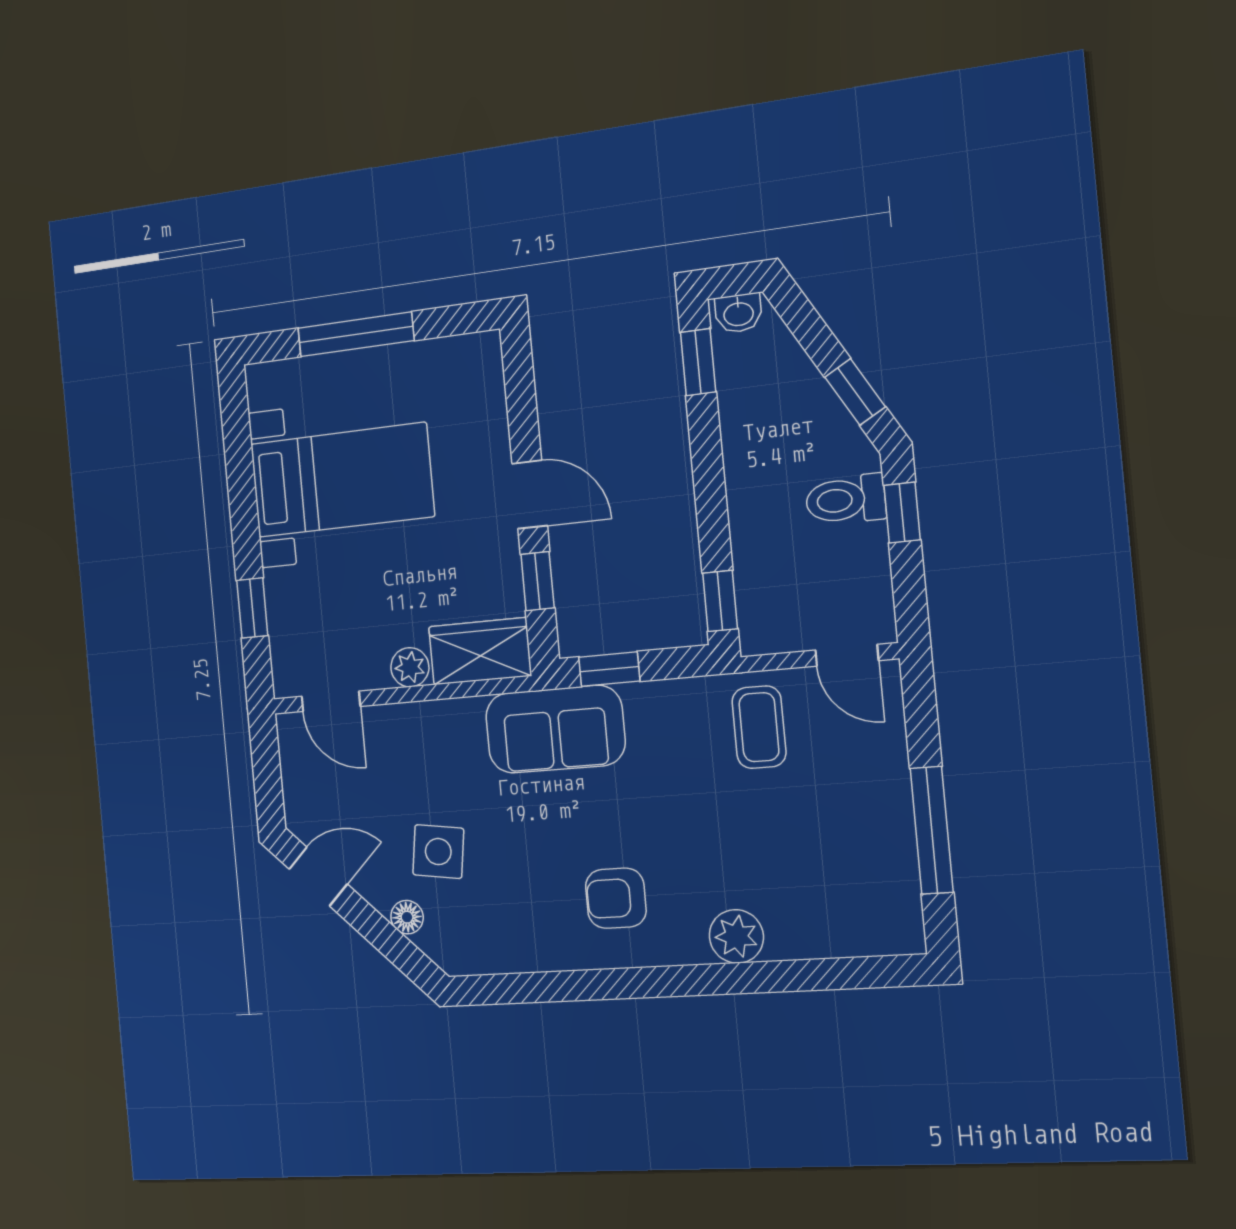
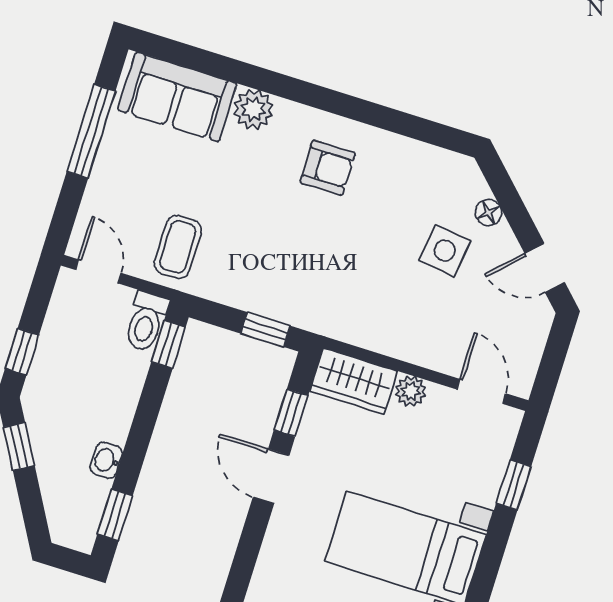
washbasin: (738, 313) -> (106, 460), moved, turned -90
toilet: (846, 500) -> (146, 322), moved, turned 90
sofa: (555, 729) -> (177, 97), moved, turned 180

